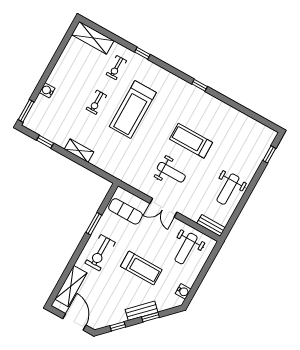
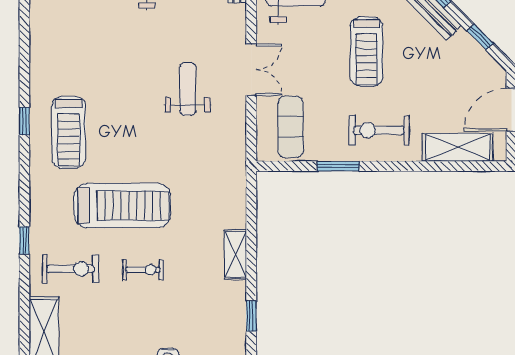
exercise bike: (116, 68) -> (70, 269), width x1.38, depth x1.39
treadmill: (191, 141) -> (69, 132), moved
exercise bike: (100, 253) -> (379, 130), turned 180
treadmill: (141, 268) -> (366, 52), turned 180

